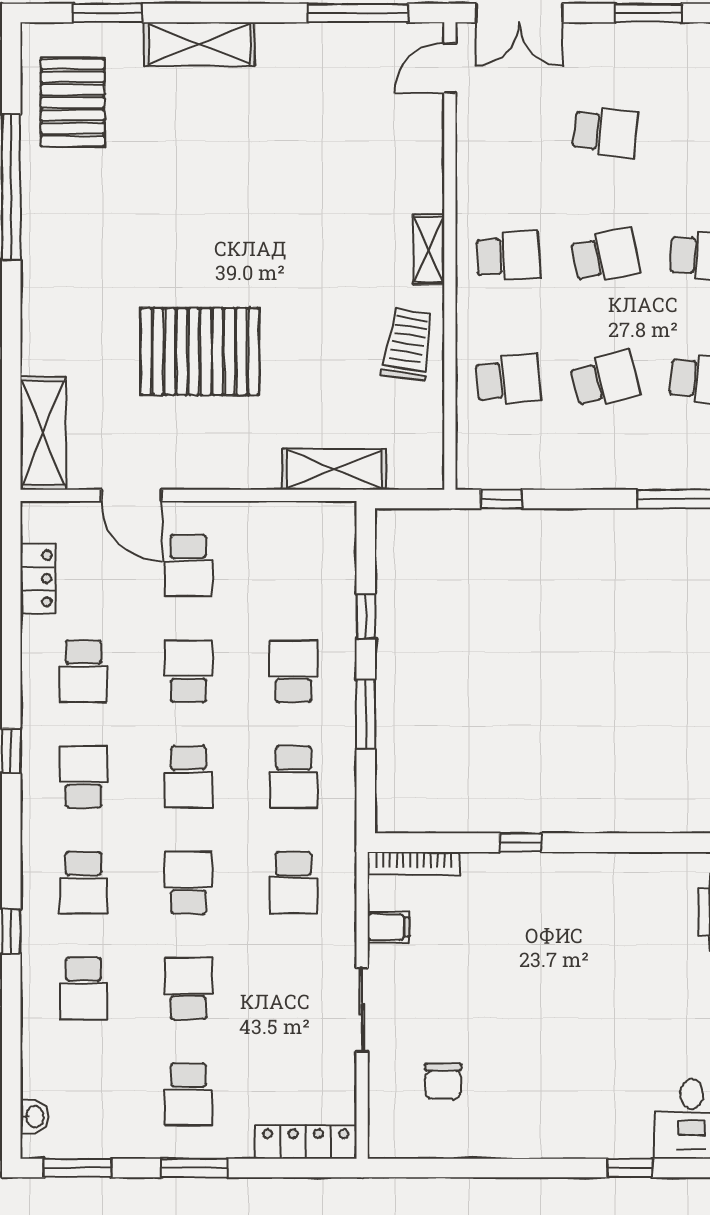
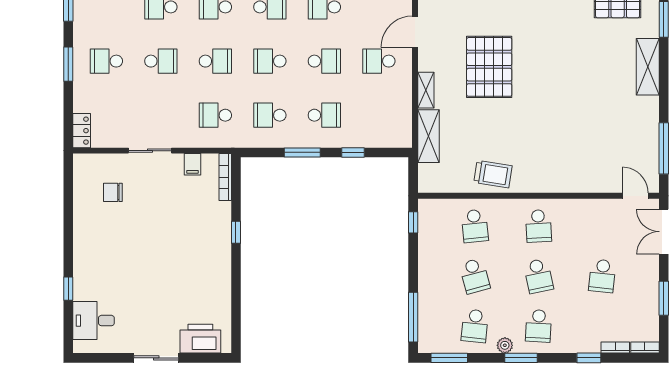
shelving: (429, 249) -> (426, 90), moved, turned 90
locker: (306, 1142) -> (82, 131), width x0.66

